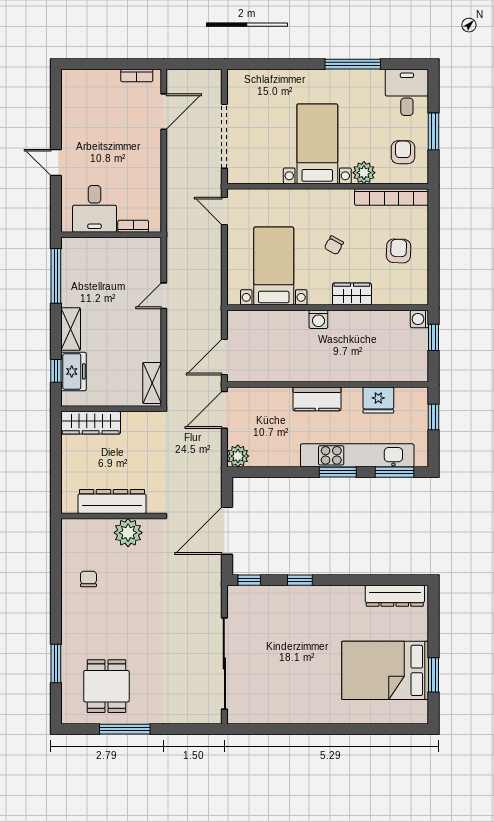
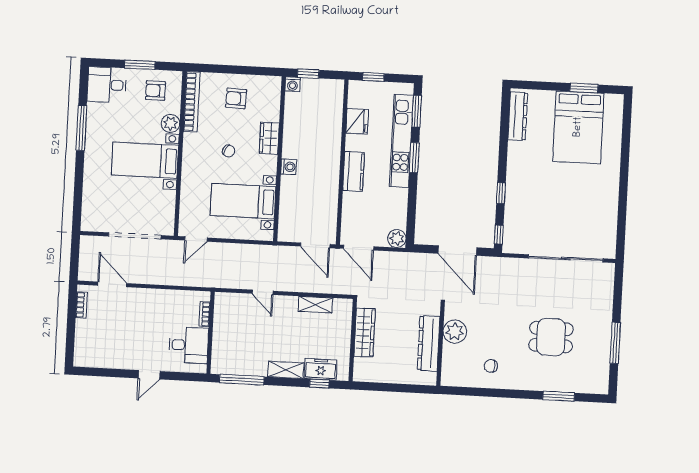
shelving: (152, 383) -> (315, 305), moved
wardrobe: (91, 423) -> (365, 333), moved
dining table: (106, 686) -> (551, 337), moved

